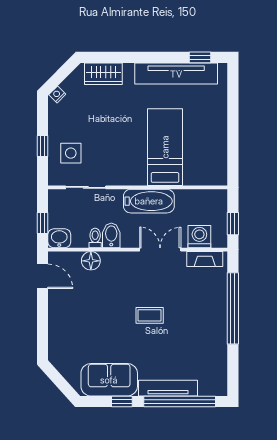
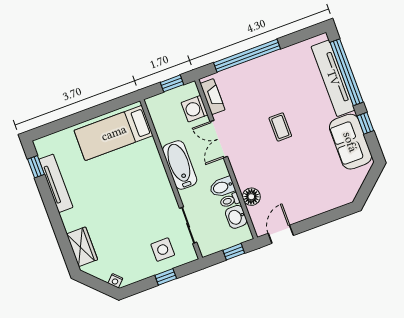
tv unit: (176, 74) -> (56, 183), width x0.73, depth x0.78
bed: (165, 147) -> (114, 133), moved
washbasin: (59, 238) -> (236, 217), moved
tv unit: (168, 388) -> (333, 78), width x1.36, depth x1.29

